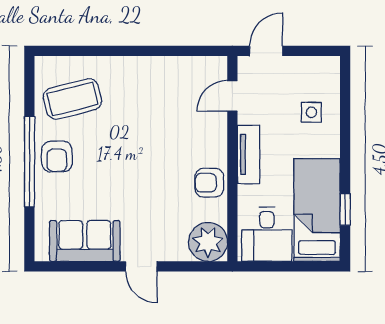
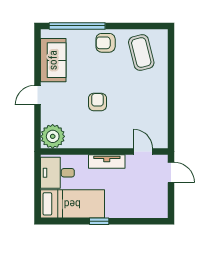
side table: (311, 112) -> (133, 200), removed
window: (29, 162) -> (77, 26), moved
armchair: (209, 183) -> (97, 102), moved
window: (345, 209) -> (99, 221), moved

